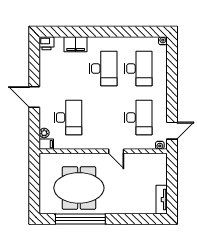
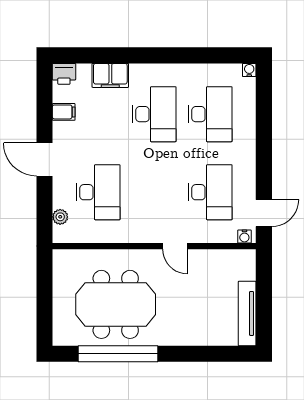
filing cabinet: (46, 144) -> (64, 112), moved
tv unit: (162, 200) -> (247, 313), width x1.41

